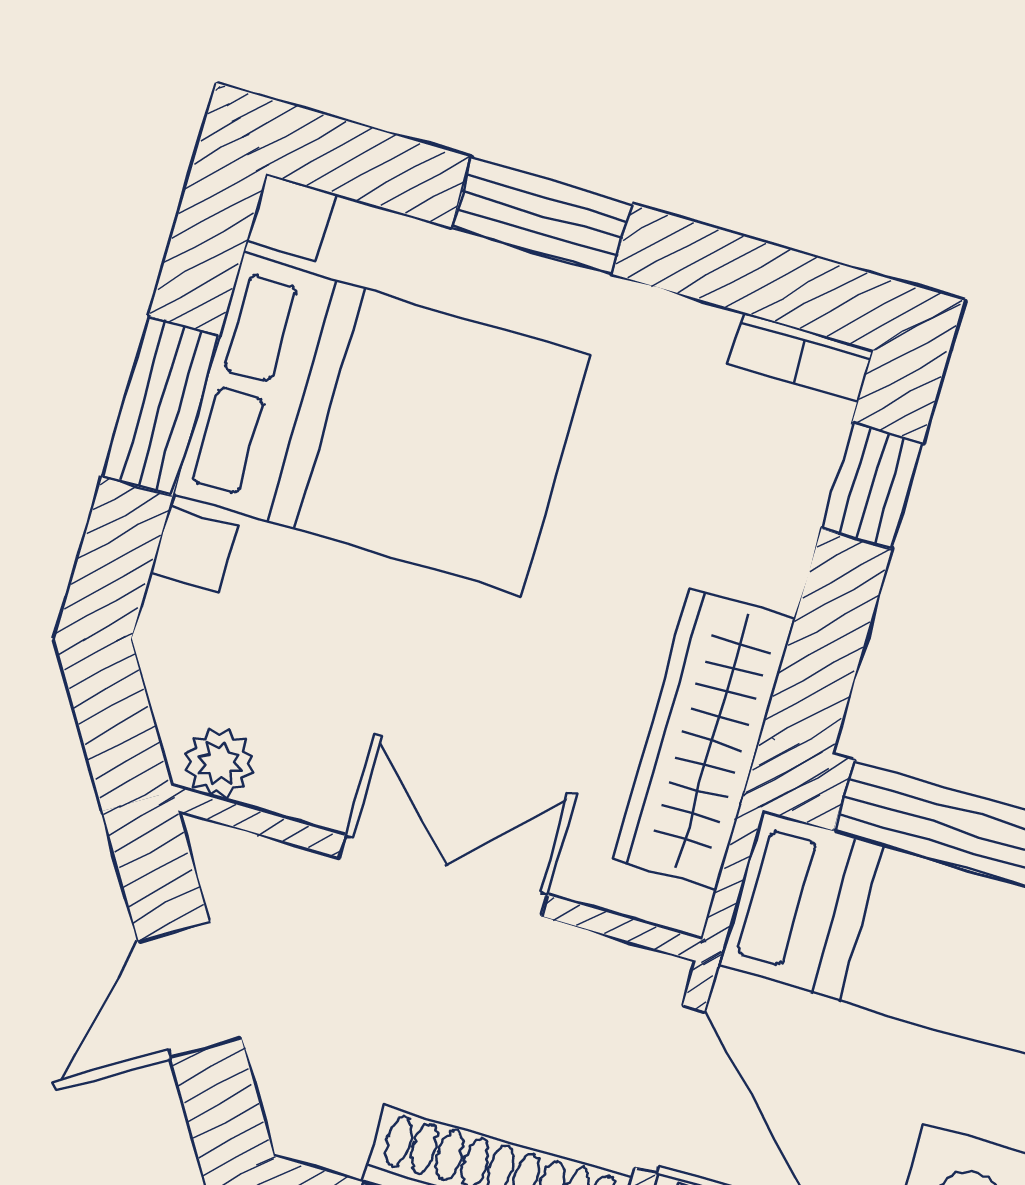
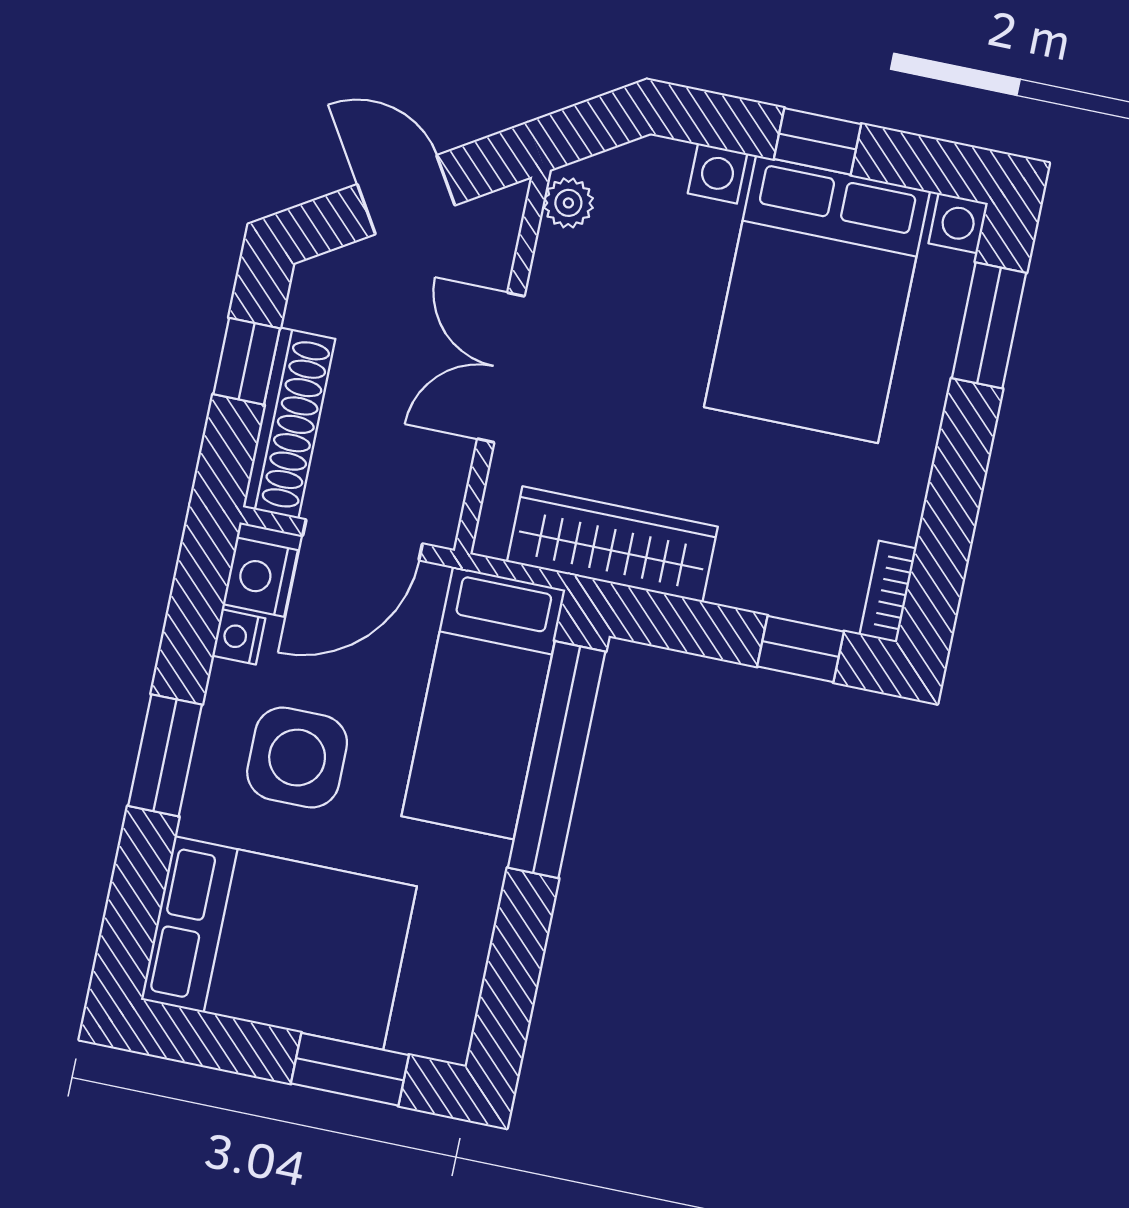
window: (542, 216) -> (989, 325), moved
window: (161, 406) -> (818, 141), width x0.67
double door: (443, 876) -> (501, 367), swing flipped

